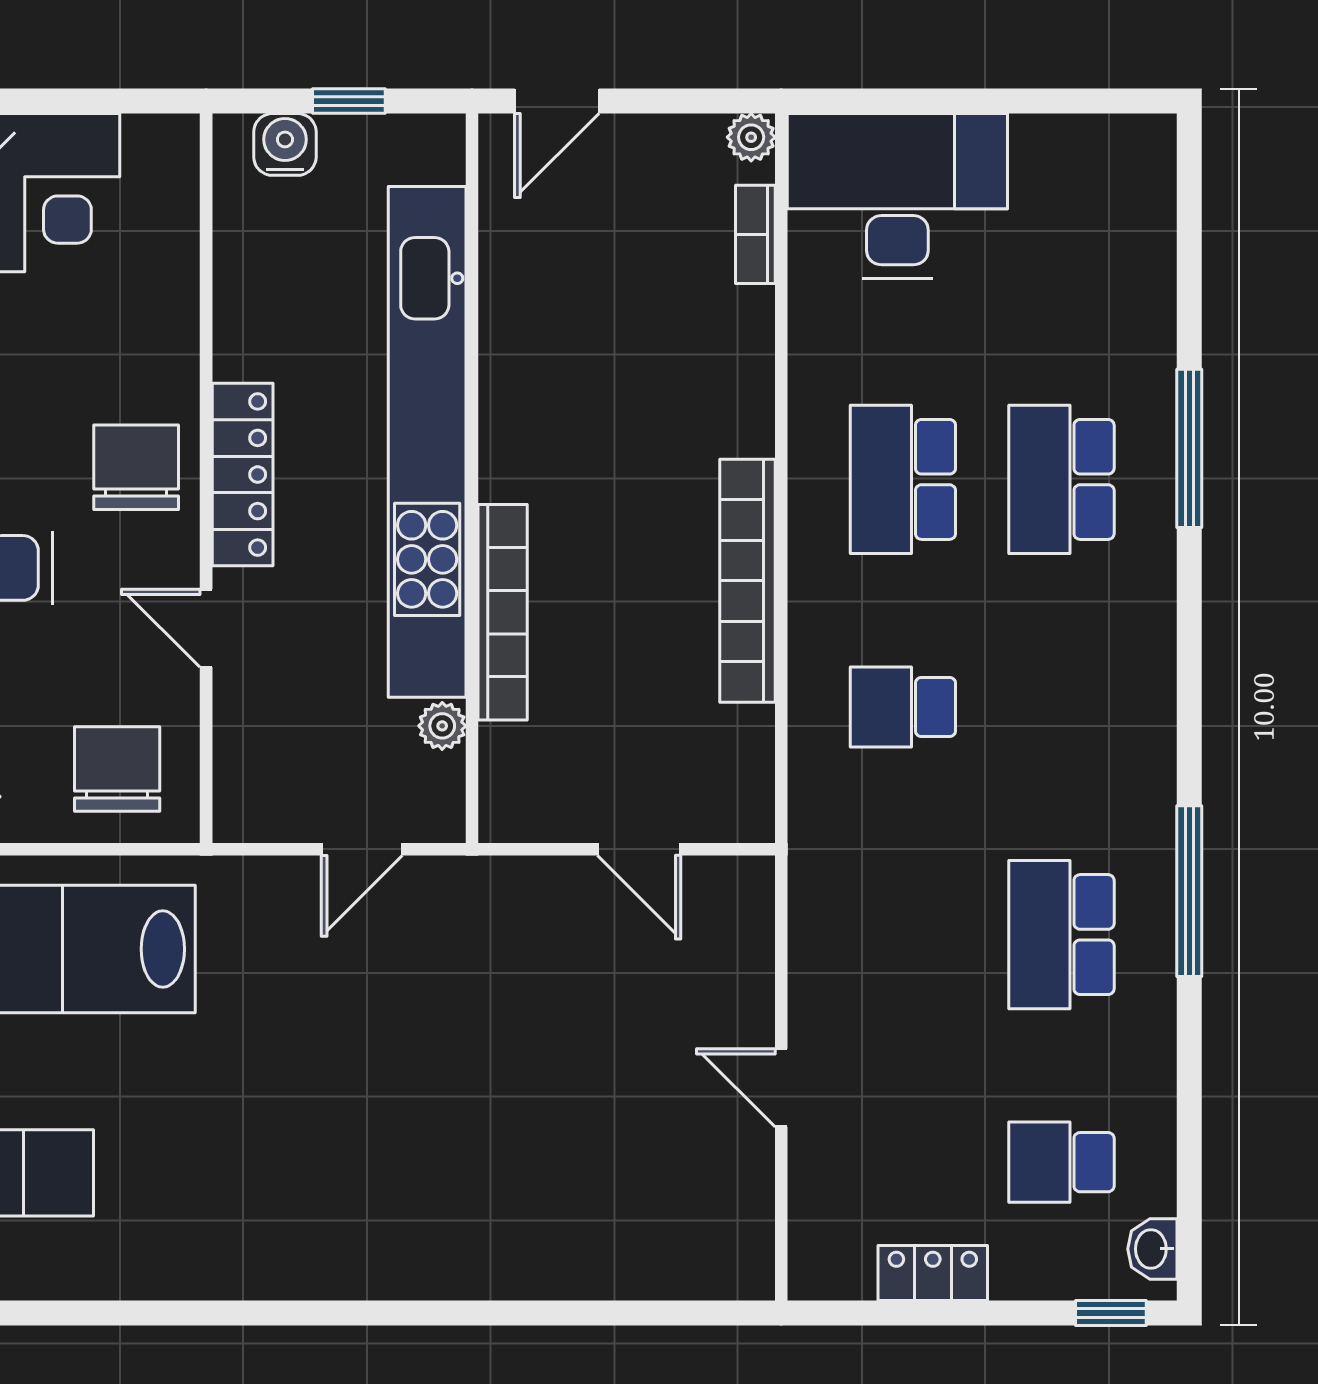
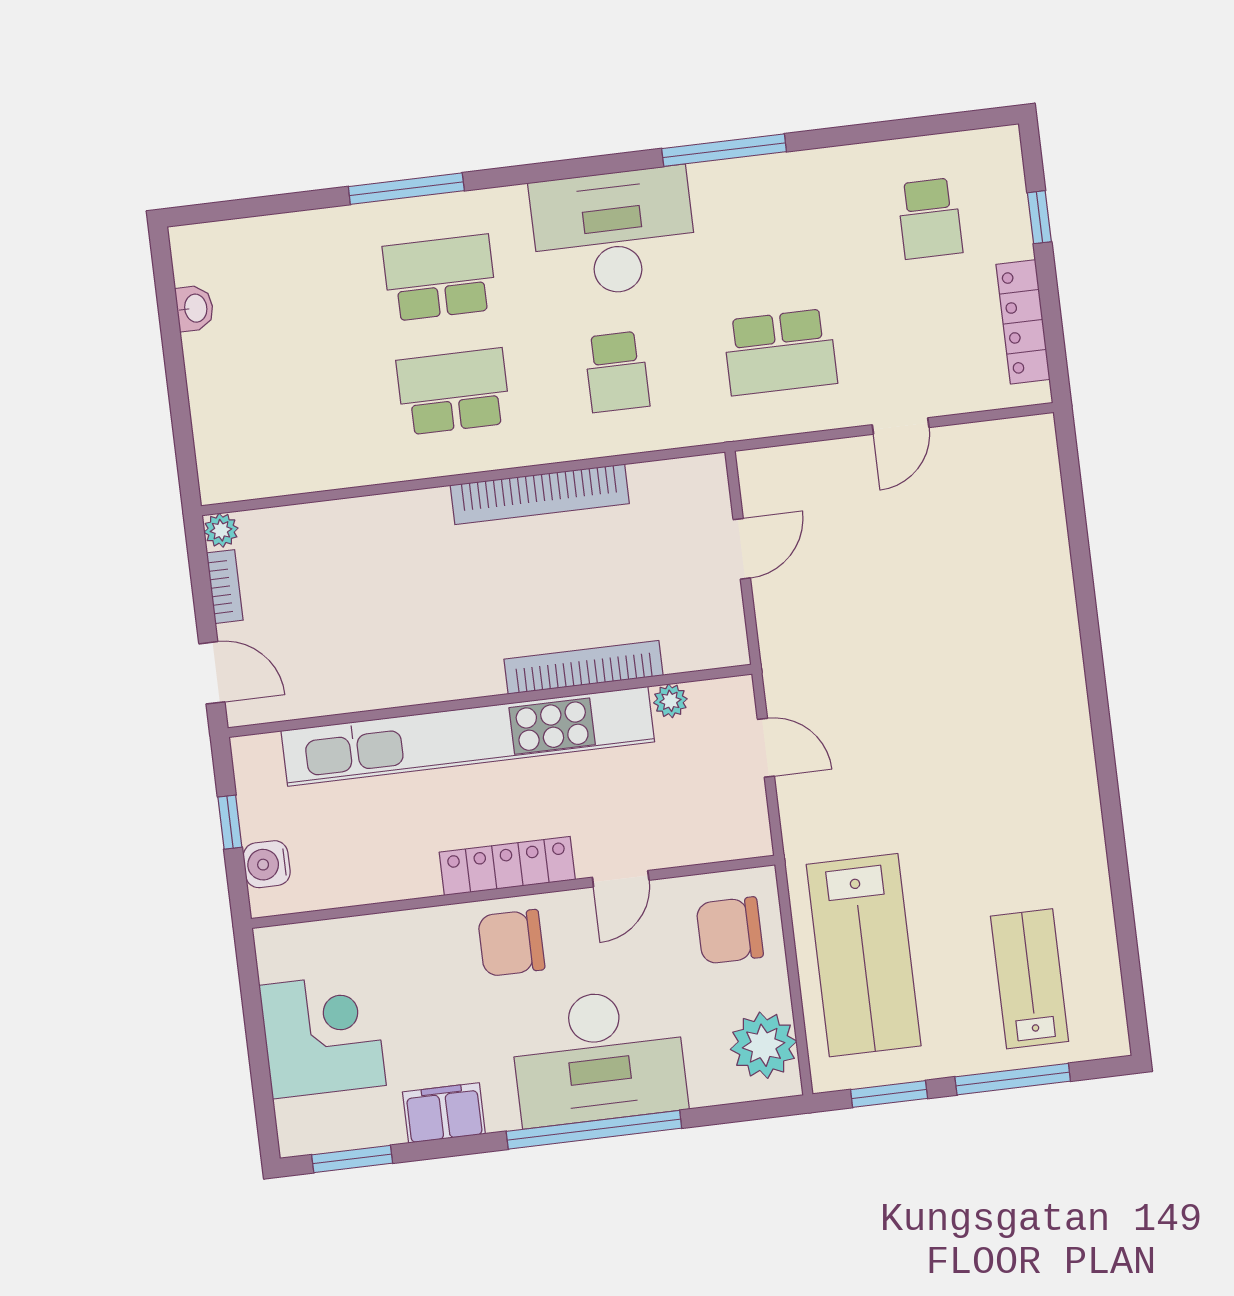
desk: (897, 196) -> (614, 233), moved, turned 90
bookcase: (755, 234) -> (225, 587), moved, turned -90
school desk: (903, 479) -> (453, 392), turned 180
school desk: (1061, 479) -> (440, 278), turned 180
school desk: (1061, 935) -> (780, 352), moved
washbasin: (1152, 1249) -> (195, 308), moved, turned -90
locker: (933, 1273) -> (1023, 322), width x1.53
window: (1111, 1313) -> (1039, 217), moved

